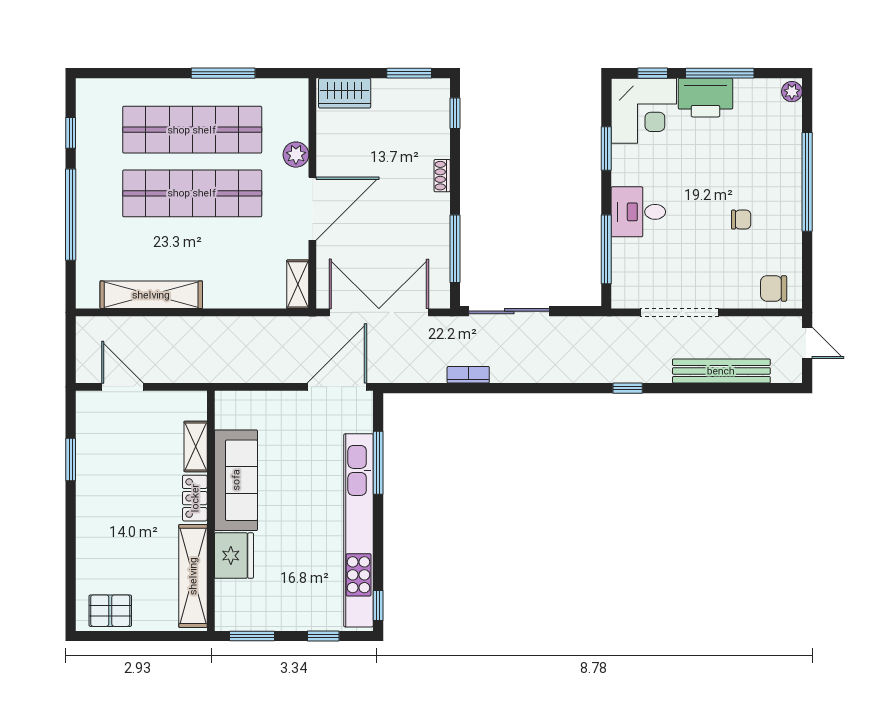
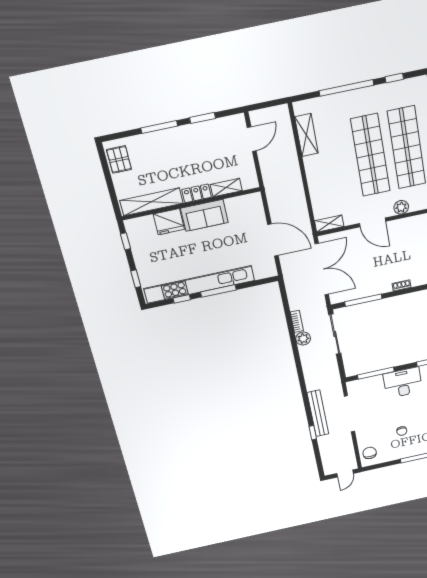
door: (312, 209) -> (373, 222), width x0.73
desk: (638, 212) -> (403, 383), width x1.37
shelving: (151, 295) -> (307, 135), width x0.68
plant: (504, 370) -> (303, 339), added
bench: (721, 371) -> (318, 413), moved
door: (337, 387) -> (273, 240), moved
window: (628, 388) -> (313, 433), moved
window: (378, 463) -> (218, 291), moved
sofa: (236, 480) -> (204, 215), width x0.73
window: (71, 533) -> (159, 127), added
window: (378, 606) -> (182, 299), moved
window: (252, 636) -> (126, 241), width x0.67

